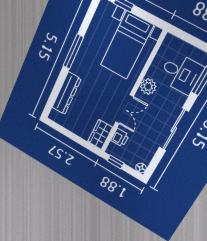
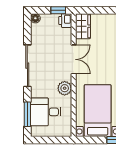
double door: (124, 109) -> (74, 59), swing flipped
printer: (120, 138) -> (65, 21), moved

